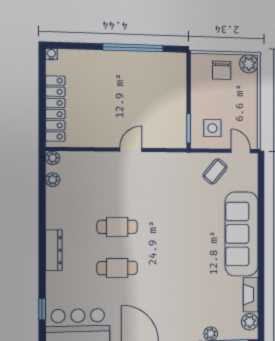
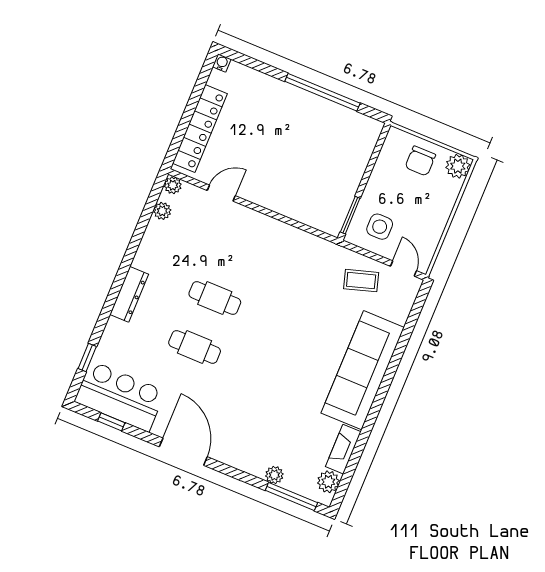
door: (131, 150) -> (221, 193), moved
coffee table: (215, 171) -> (361, 281), turned 33

